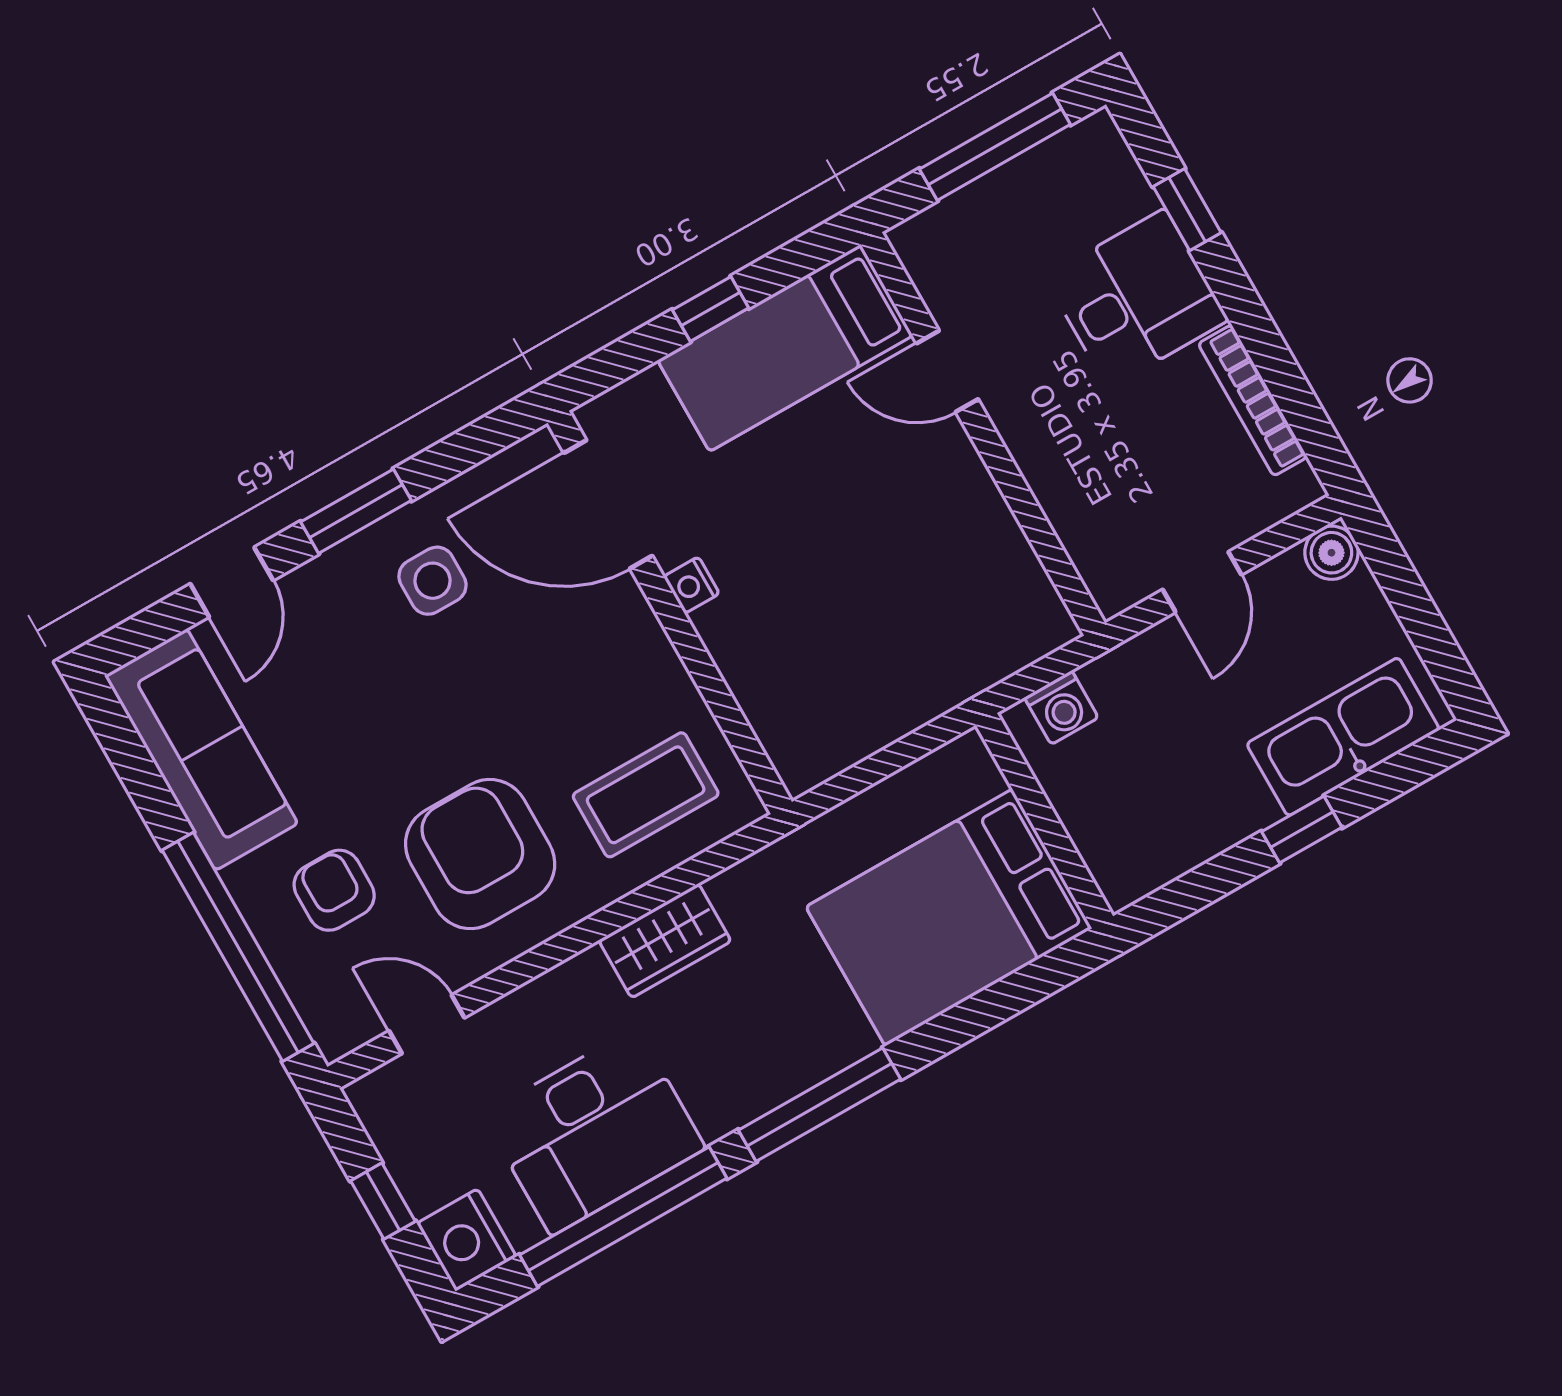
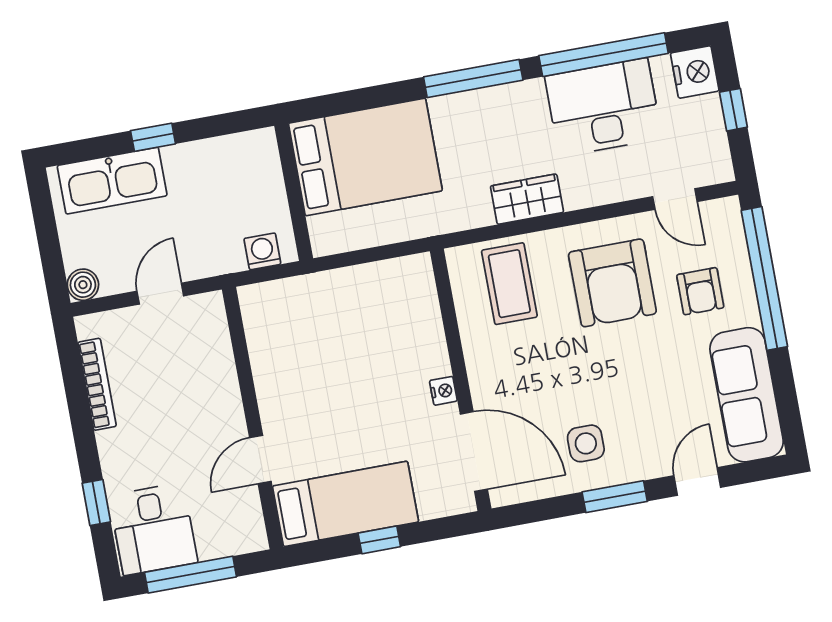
desk: (1136, 298) -> (153, 529), moved, turned -90
door: (947, 371) -> (260, 460), swing flipped
coffee table: (646, 795) -> (509, 284), turned 90

